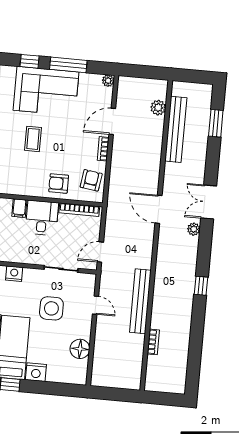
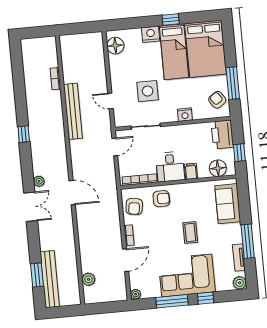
bench: (176, 129) -> (50, 279), moved
floor lamp: (80, 349) -> (115, 46), moved

